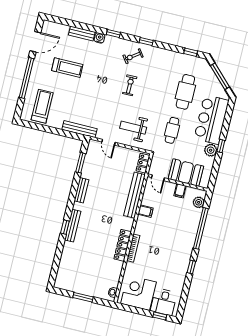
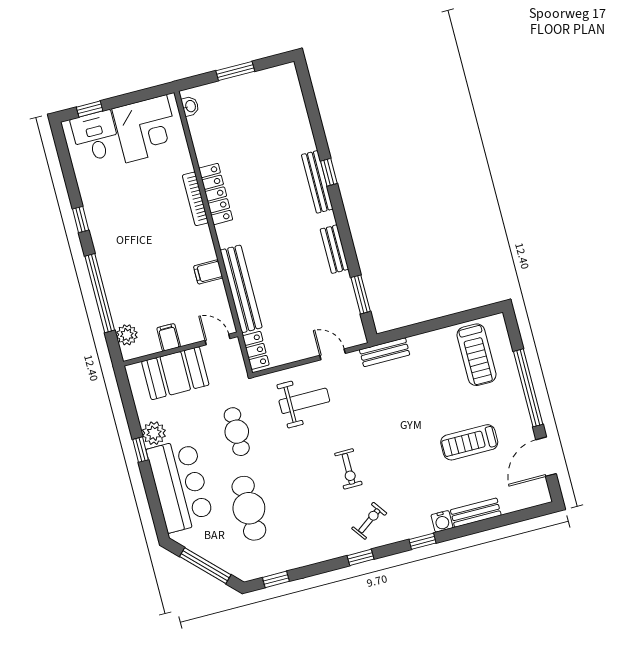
bench: (80, 129) -> (385, 352), width x0.73

